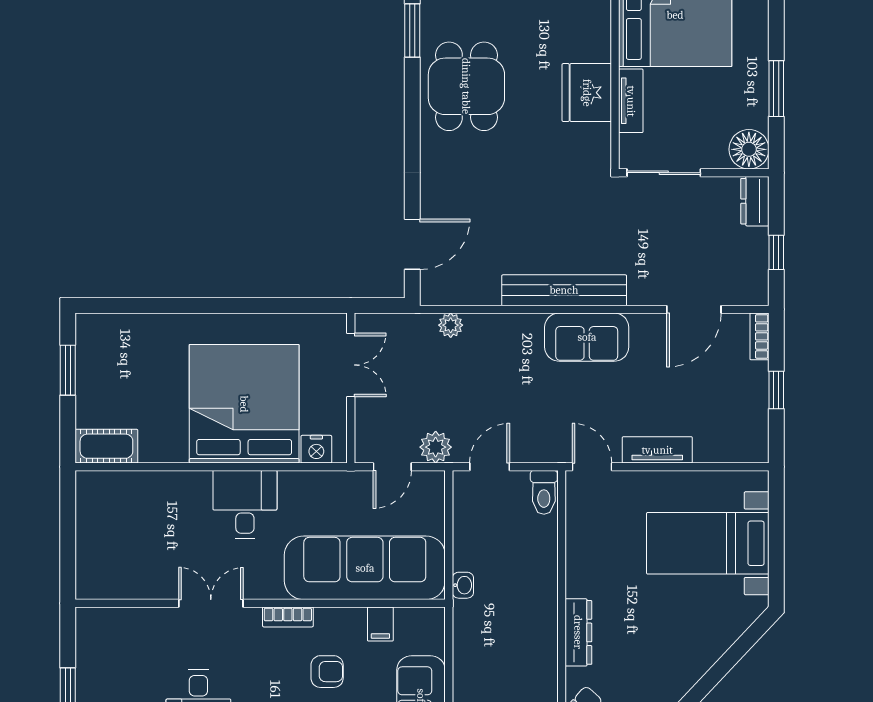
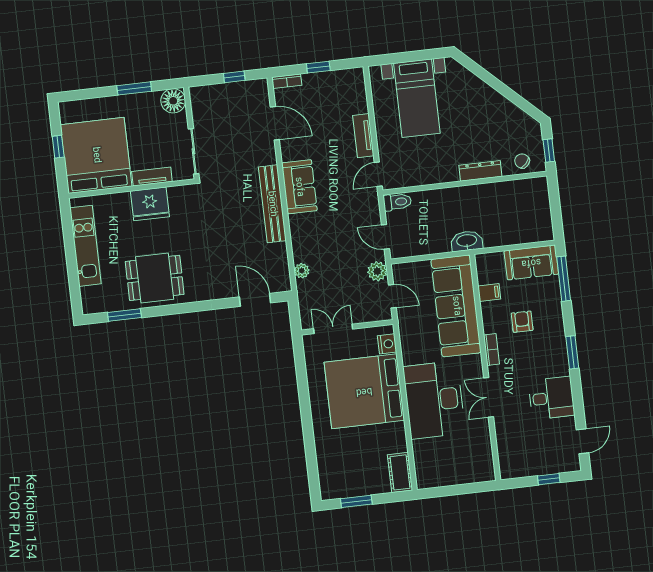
dresser: (755, 201) -> (204, 94), removed
desk: (245, 505) -> (434, 400), width x1.87, depth x1.30
washbasin: (463, 585) -> (467, 241), width x1.91, depth x1.45

